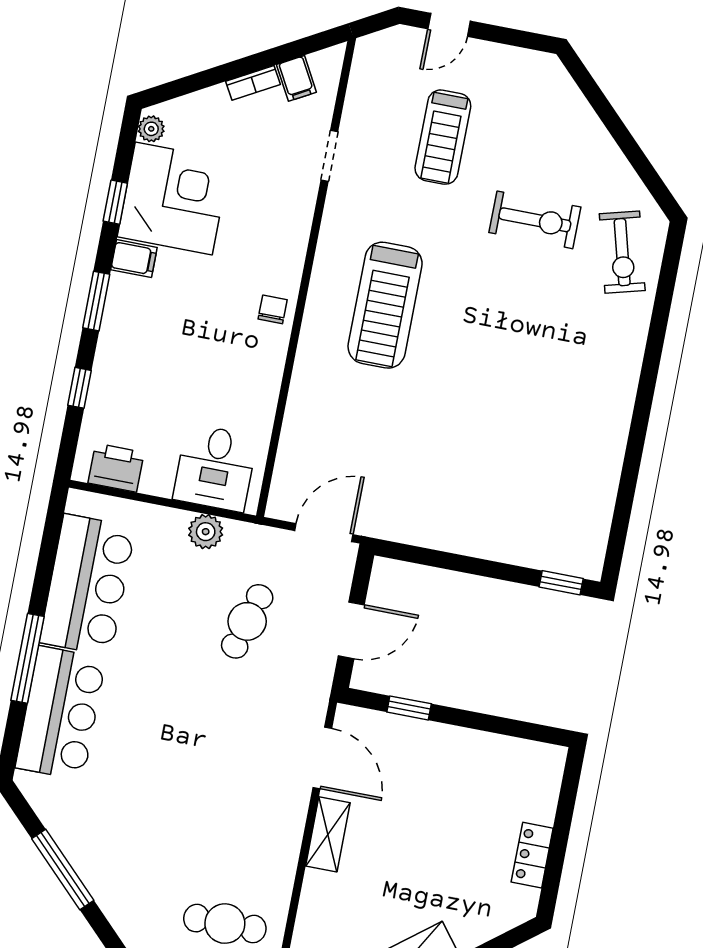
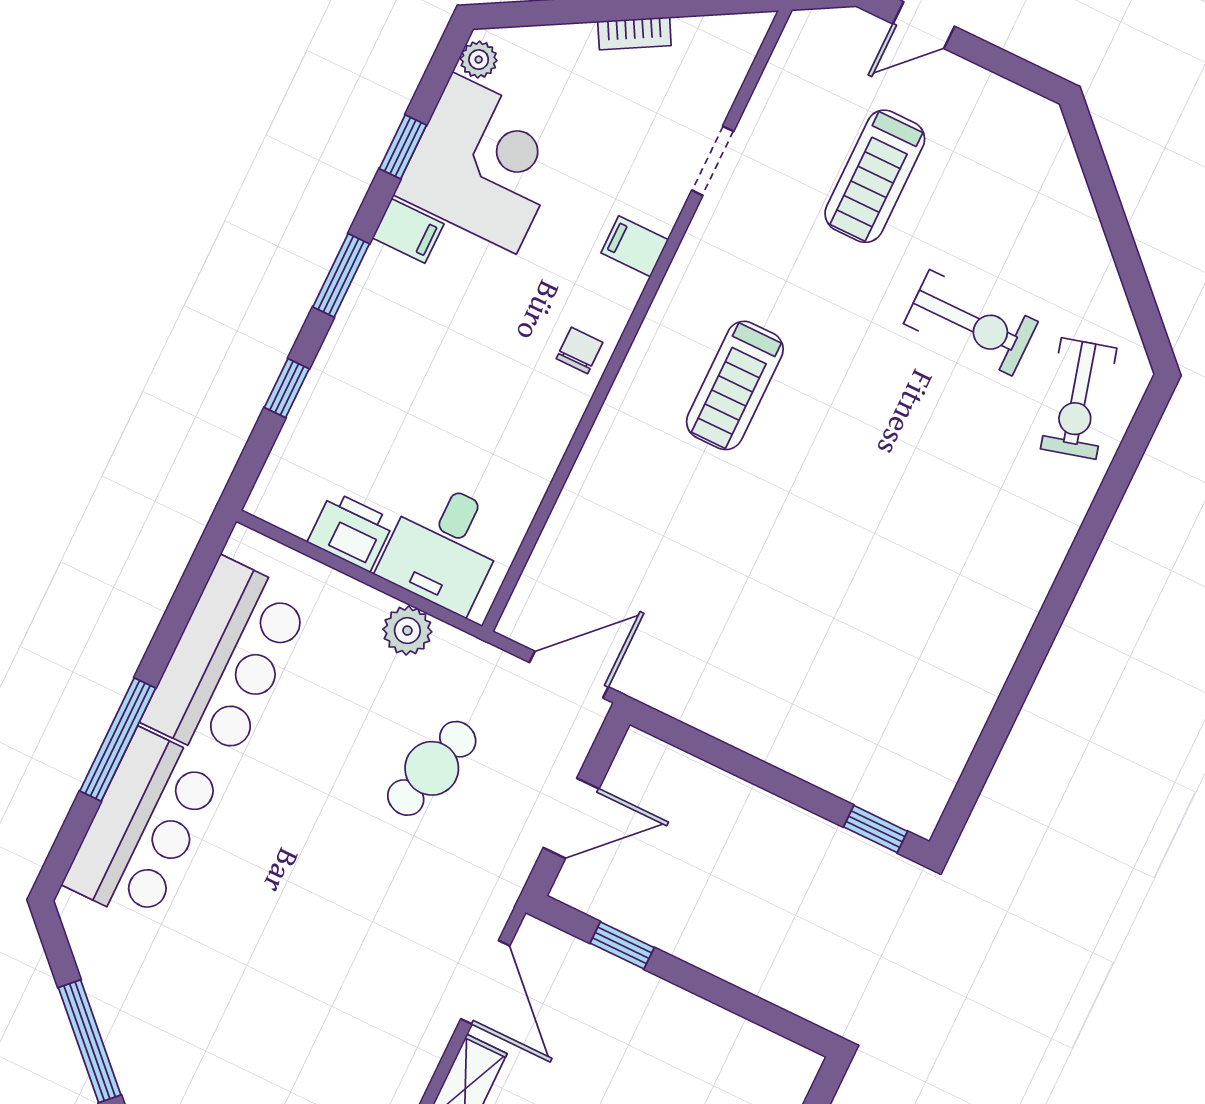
filing cabinet: (296, 78) -> (635, 246), moved, turned 119
treadmill: (385, 305) -> (735, 385), width x0.73, depth x0.73
printer: (116, 468) -> (351, 531), moved

